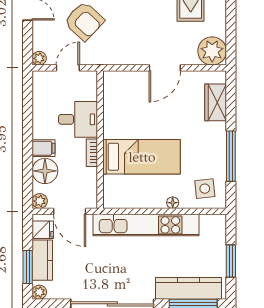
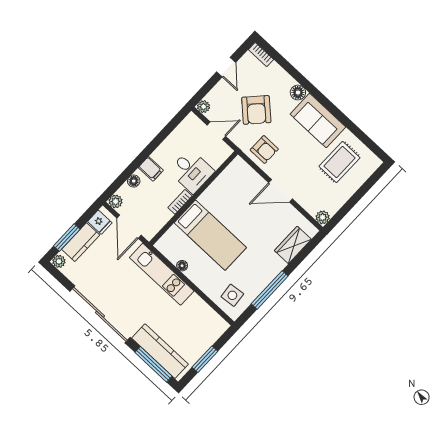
armchair: (120, 47) -> (264, 150), added
plant: (212, 51) -> (323, 217), width x0.53, depth x0.53
floor lamp: (45, 171) -> (134, 181), width x0.53, depth x0.53
floor lamp: (173, 203) -> (182, 266), moved
kitchen unit: (146, 225) -> (162, 274), width x0.73

